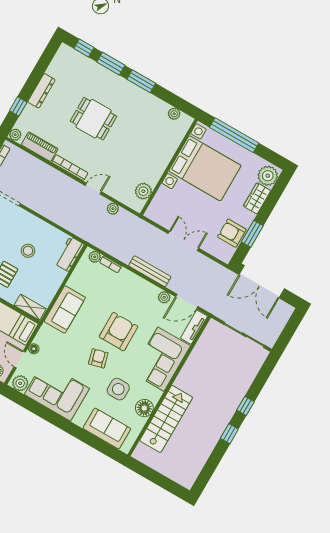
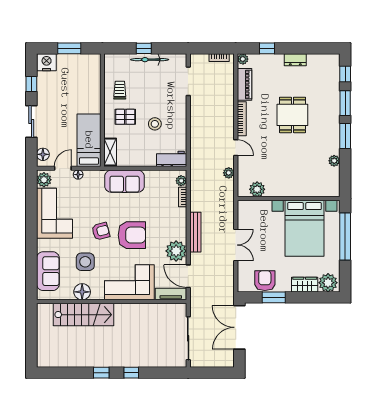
dresser: (41, 91) -> (295, 60), width x0.70
plant: (174, 114) -> (334, 161), moved
plant: (164, 297) -> (176, 251), width x1.87, depth x1.87

